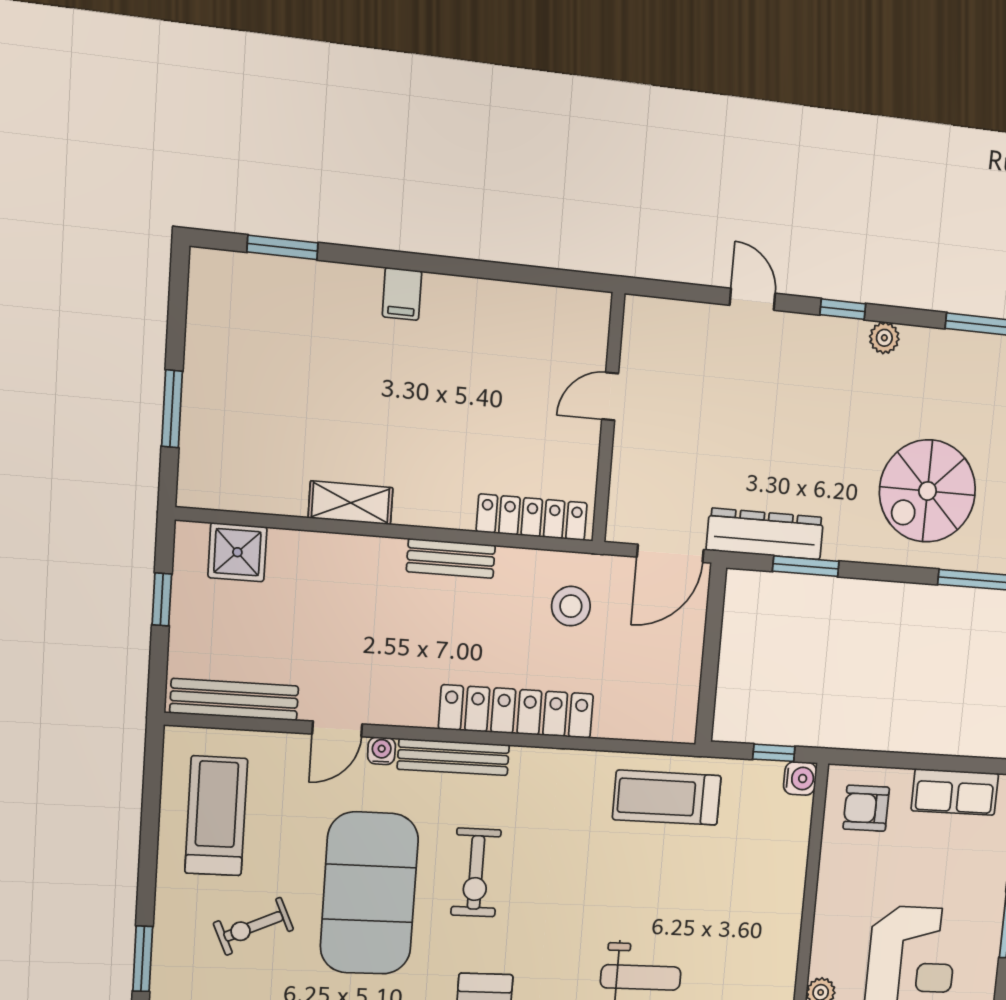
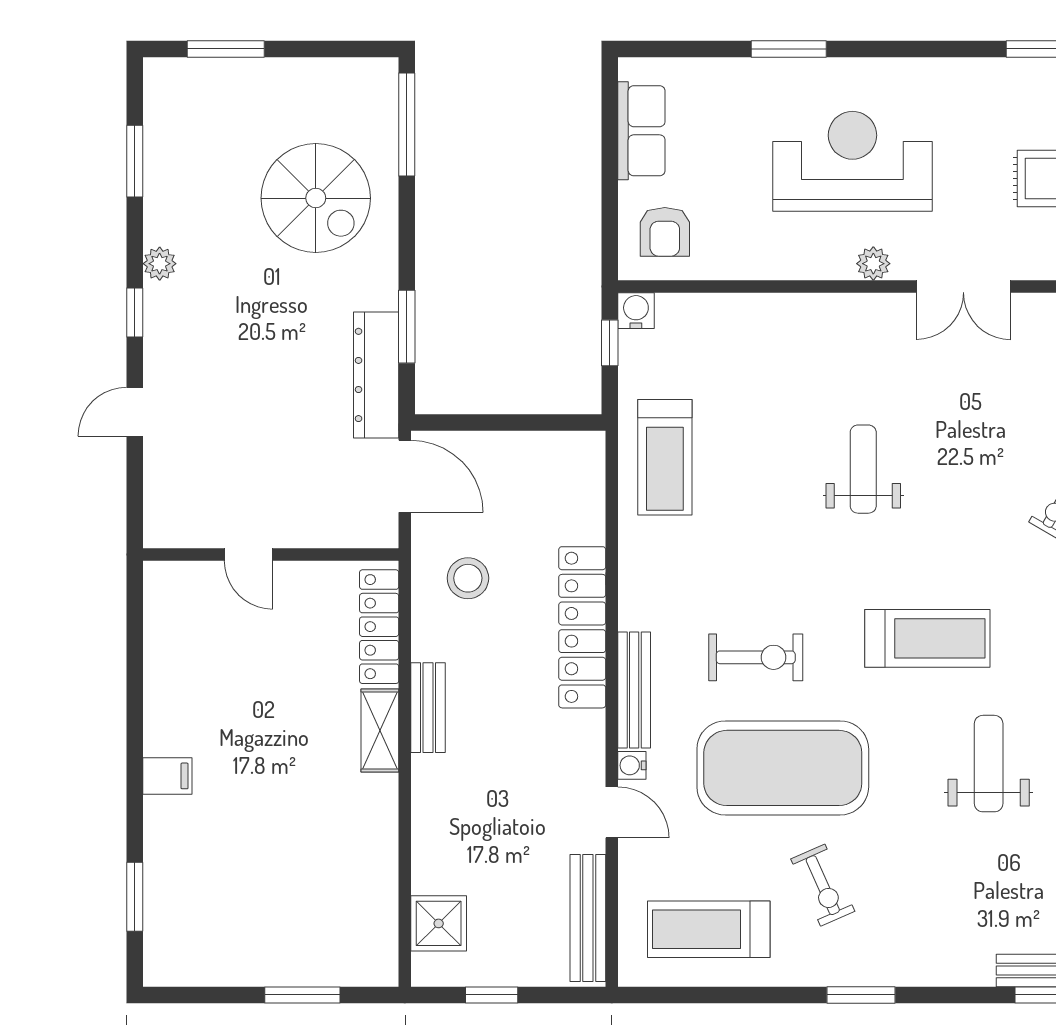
shelving: (351, 503) -> (380, 730), moved

